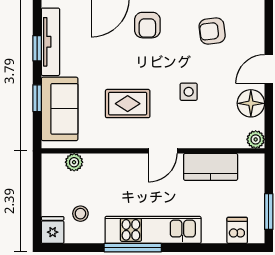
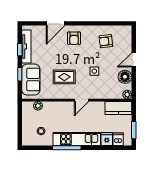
kitchen counter: (211, 167) -> (118, 108), moved
fridge: (53, 230) -> (107, 139), moved

